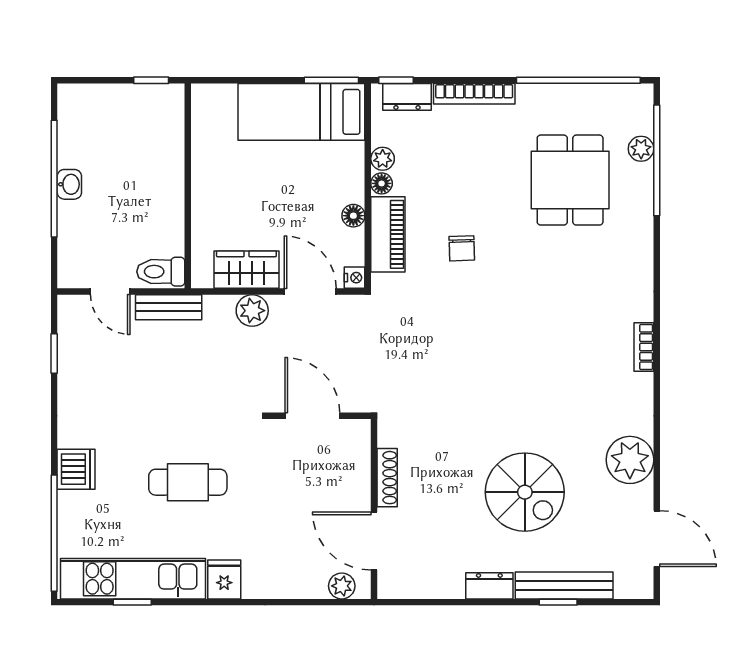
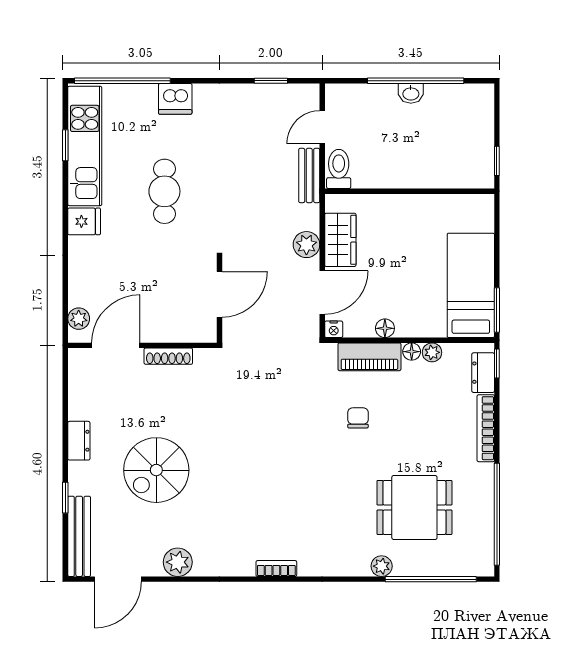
plant: (641, 149) -> (382, 566), moved
chair: (462, 248) -> (358, 418), turned 92
plant: (630, 460) -> (178, 562), width x0.73, depth x0.73
bench: (564, 585) -> (79, 536), moved

